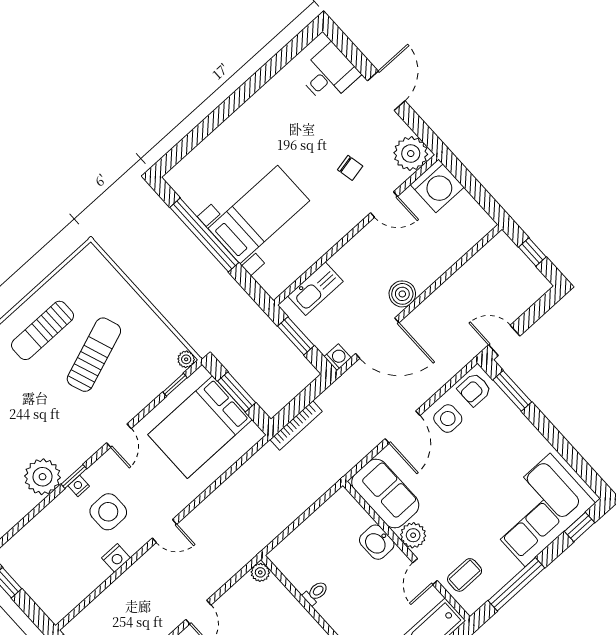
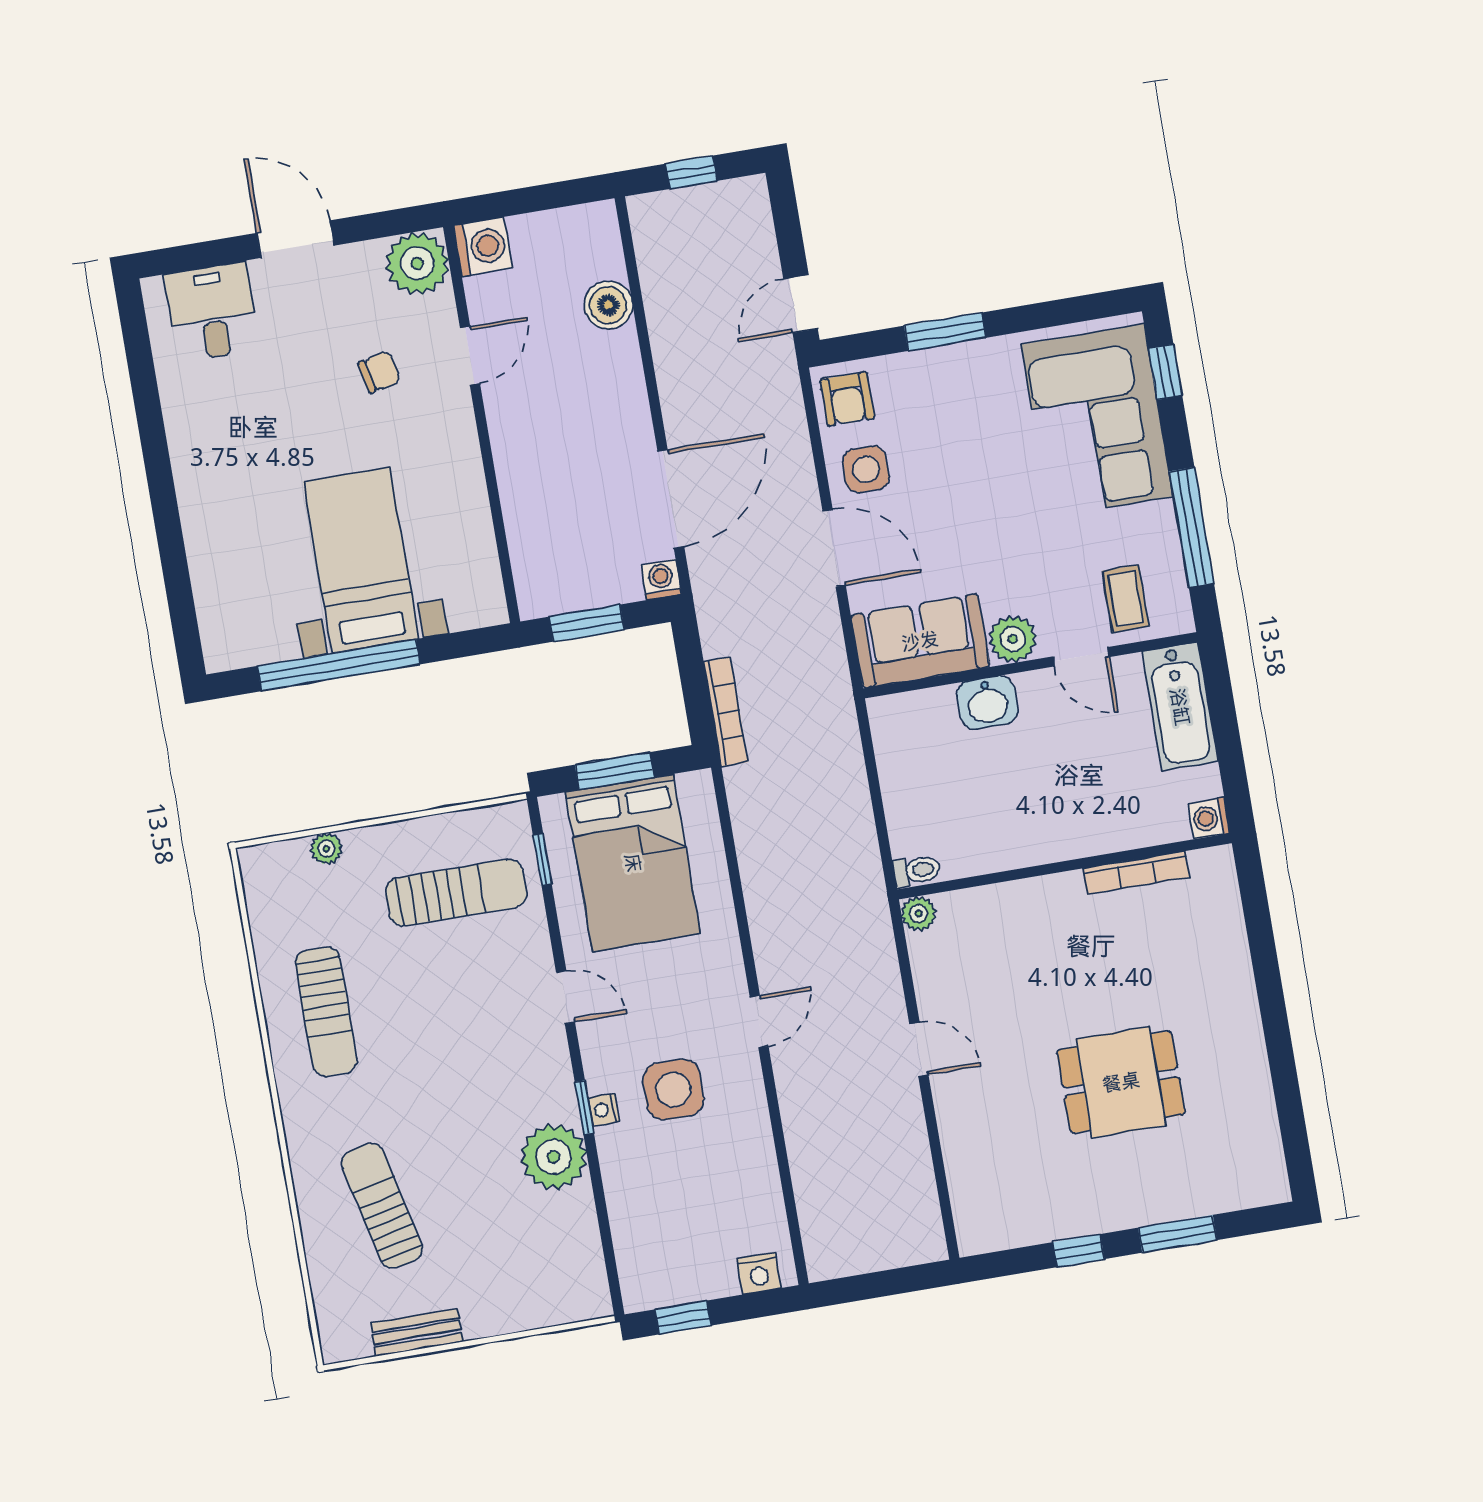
washing machine: (437, 186) -> (483, 247), width x0.73, depth x0.73
kitchen sink: (315, 289) -> (532, 546), removed
boiler: (402, 294) -> (608, 305), moved
sun lounger: (94, 355) -> (456, 893), moved, turned 110
plant: (186, 359) -> (326, 849), moved
window: (512, 391) -> (945, 332), moved
nightstand: (116, 558) -> (759, 1273), moved, turned 90
toilet: (316, 593) -> (917, 870), moved, turned 90

